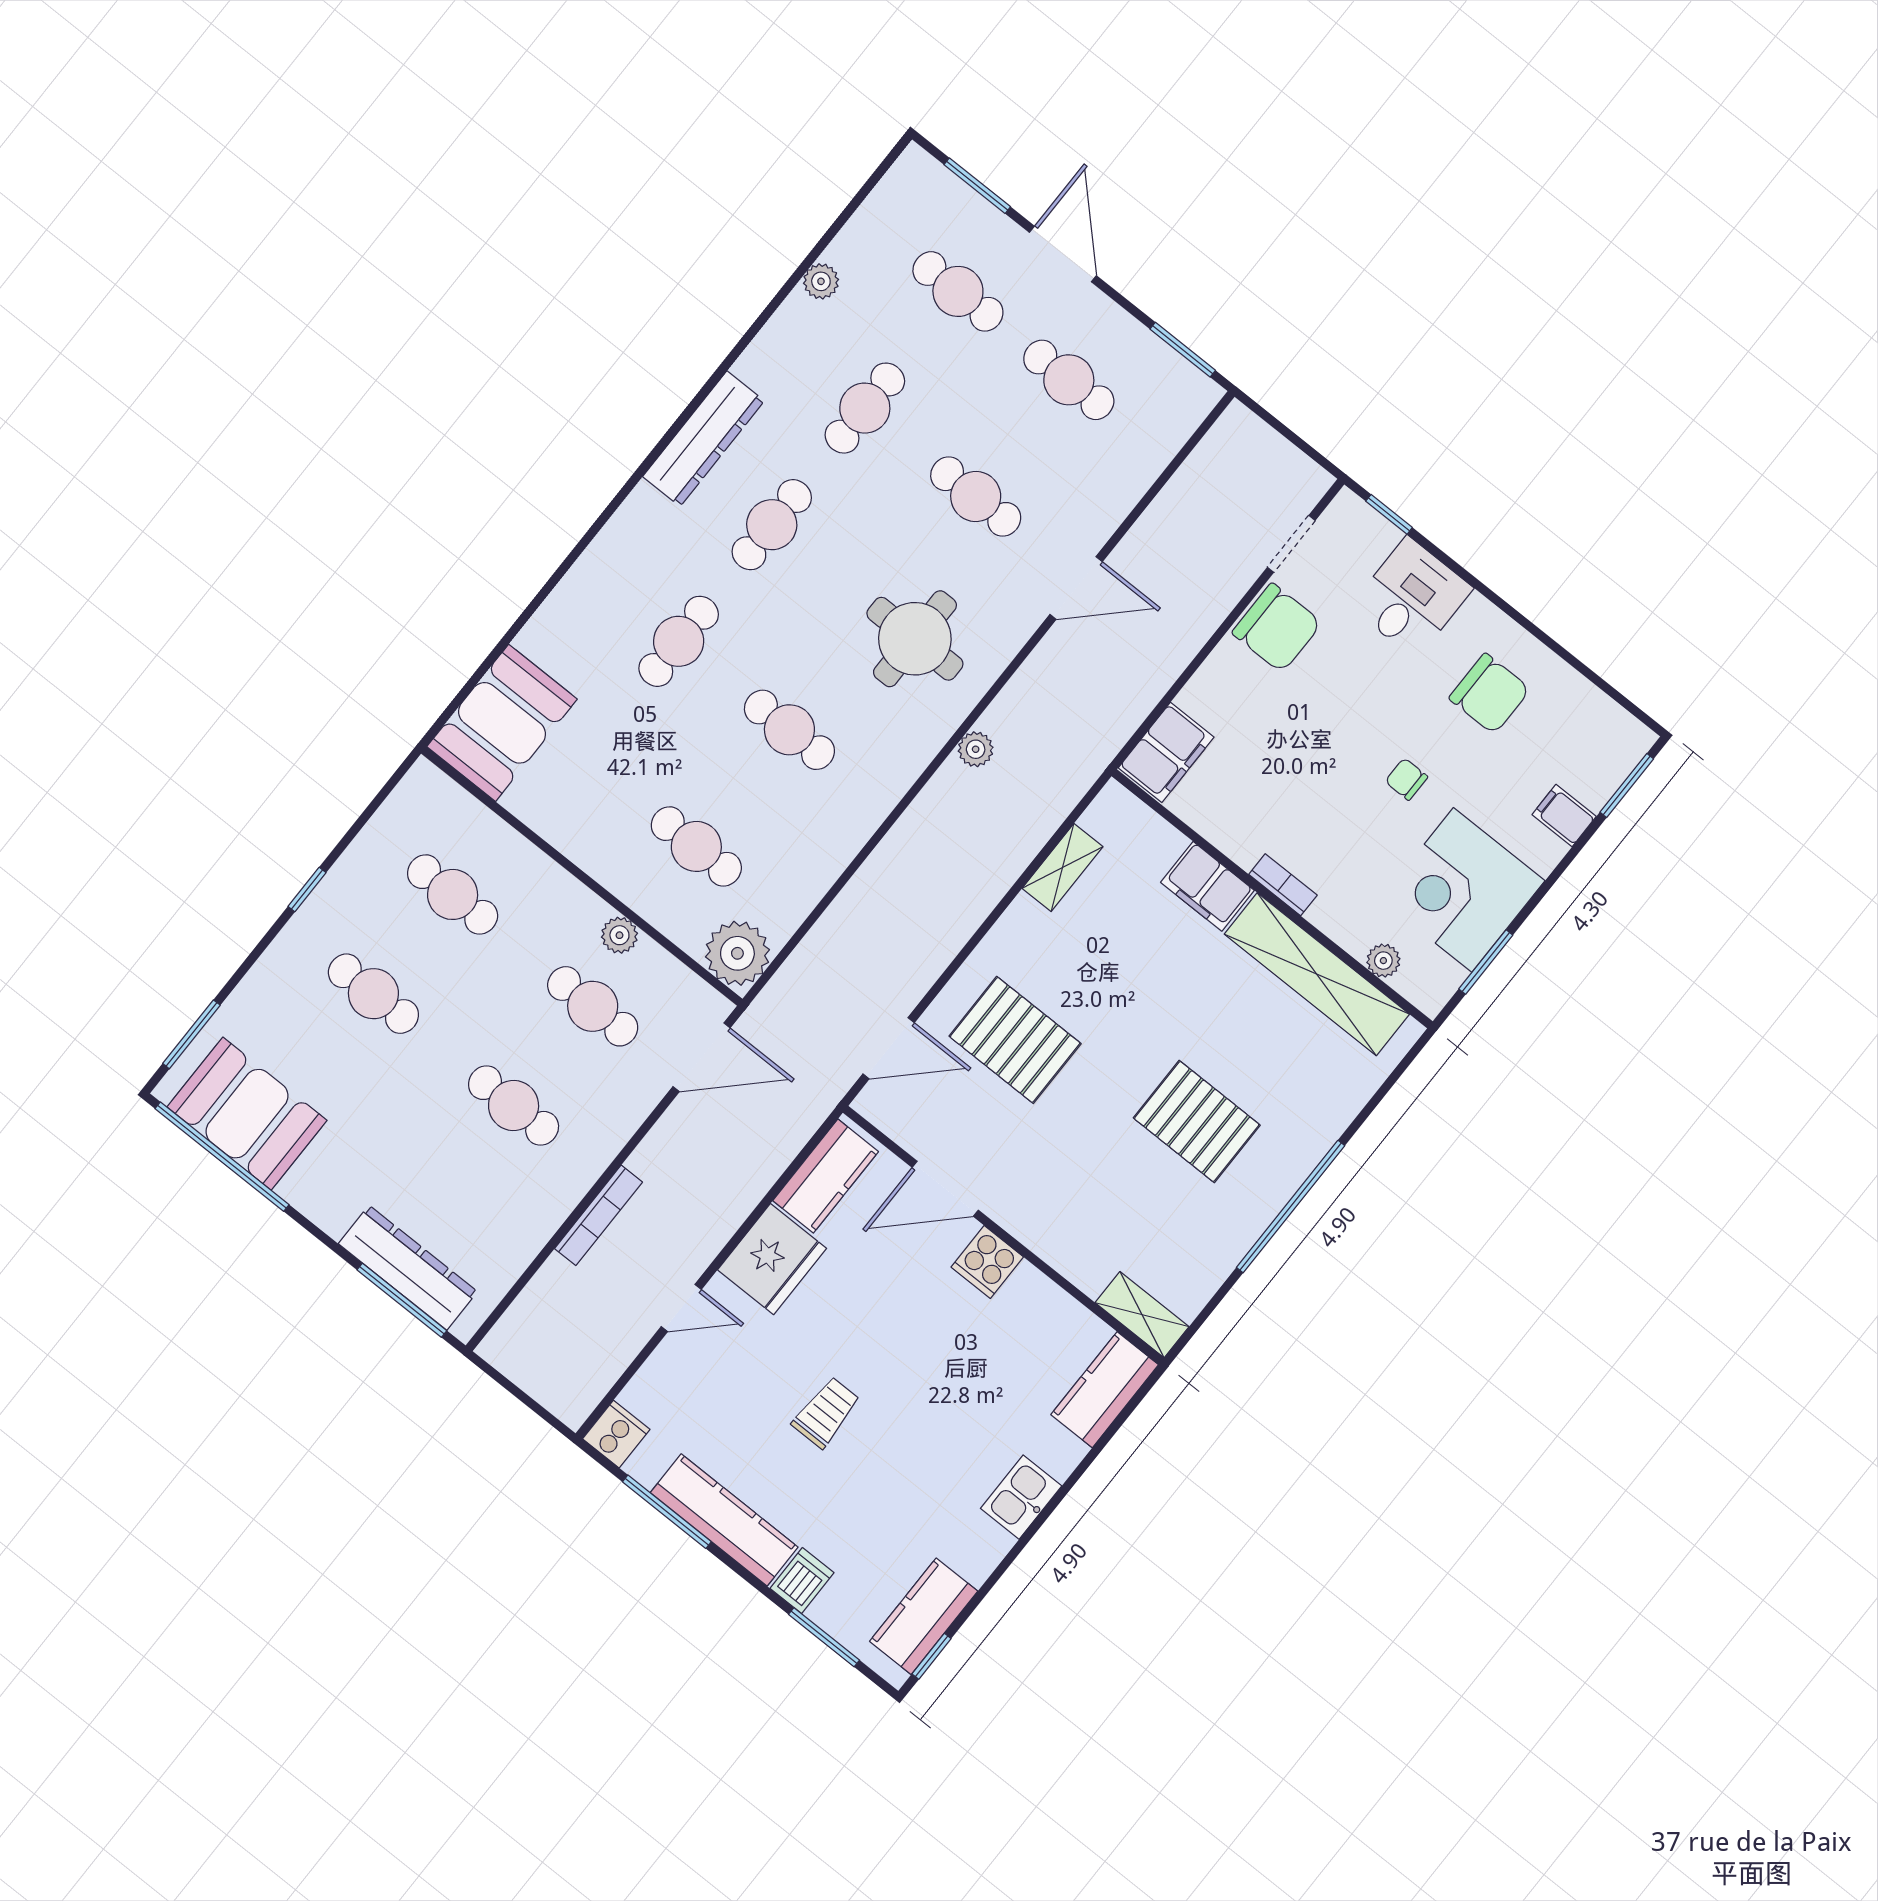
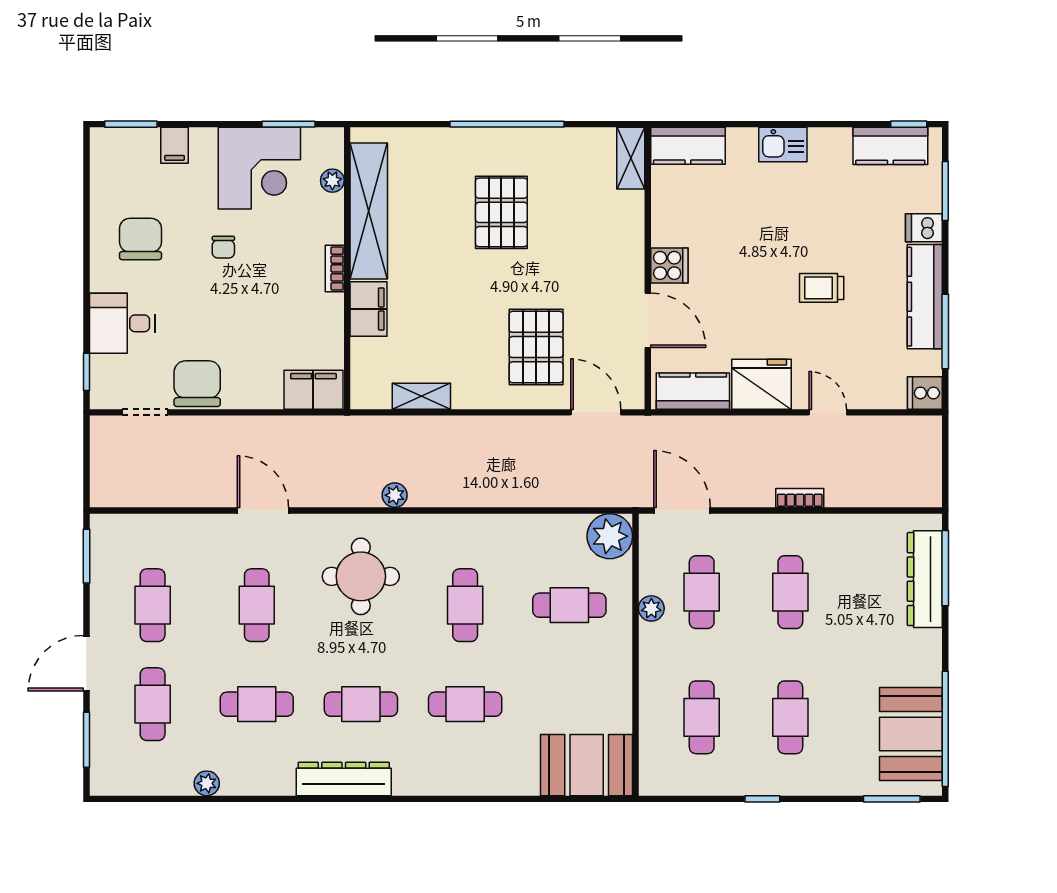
cafe table: (696, 846) -> (569, 605), turned 90
bookcase: (599, 1215) -> (800, 498), width x0.64

